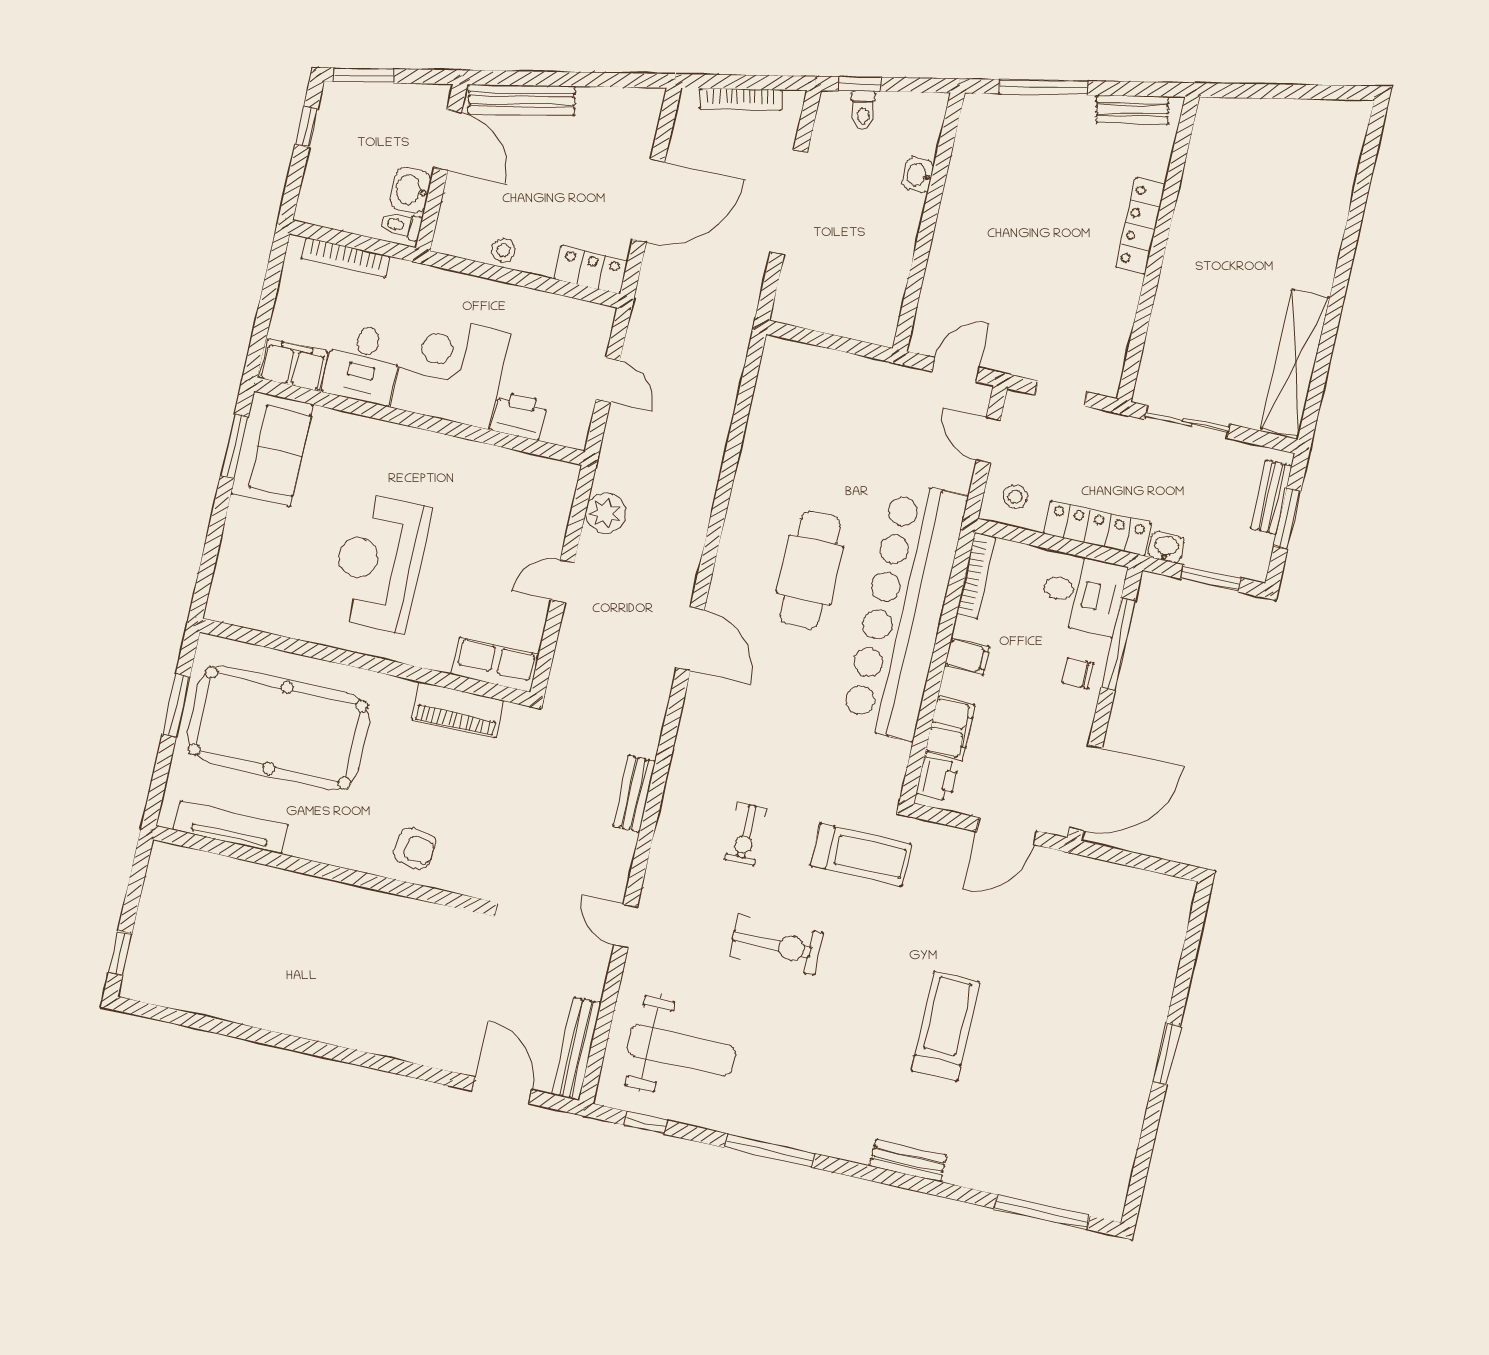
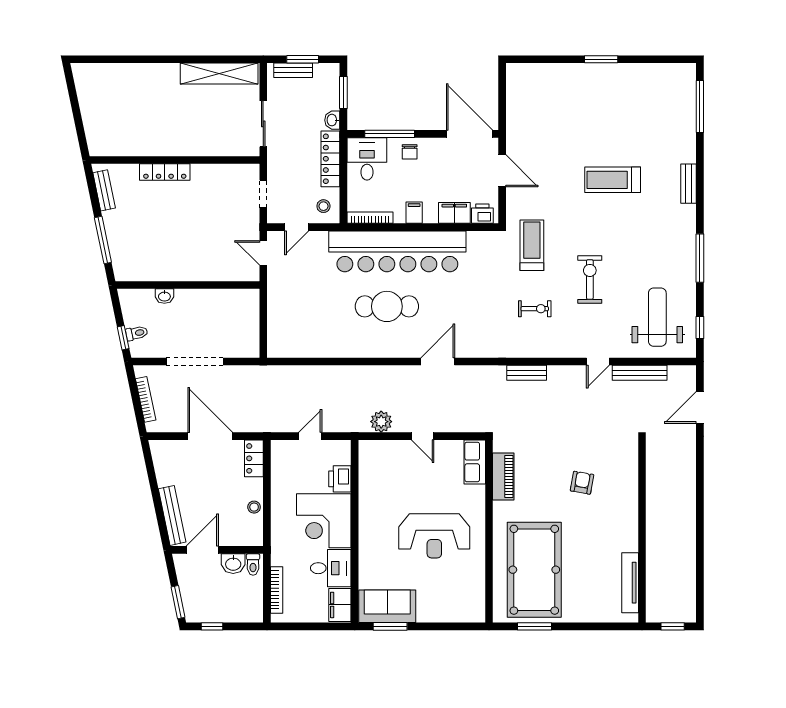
tv unit: (231, 827) -> (630, 583), moved
wall: (318, 870) -> (642, 531), moved
bench: (577, 1049) -> (640, 373), moved

